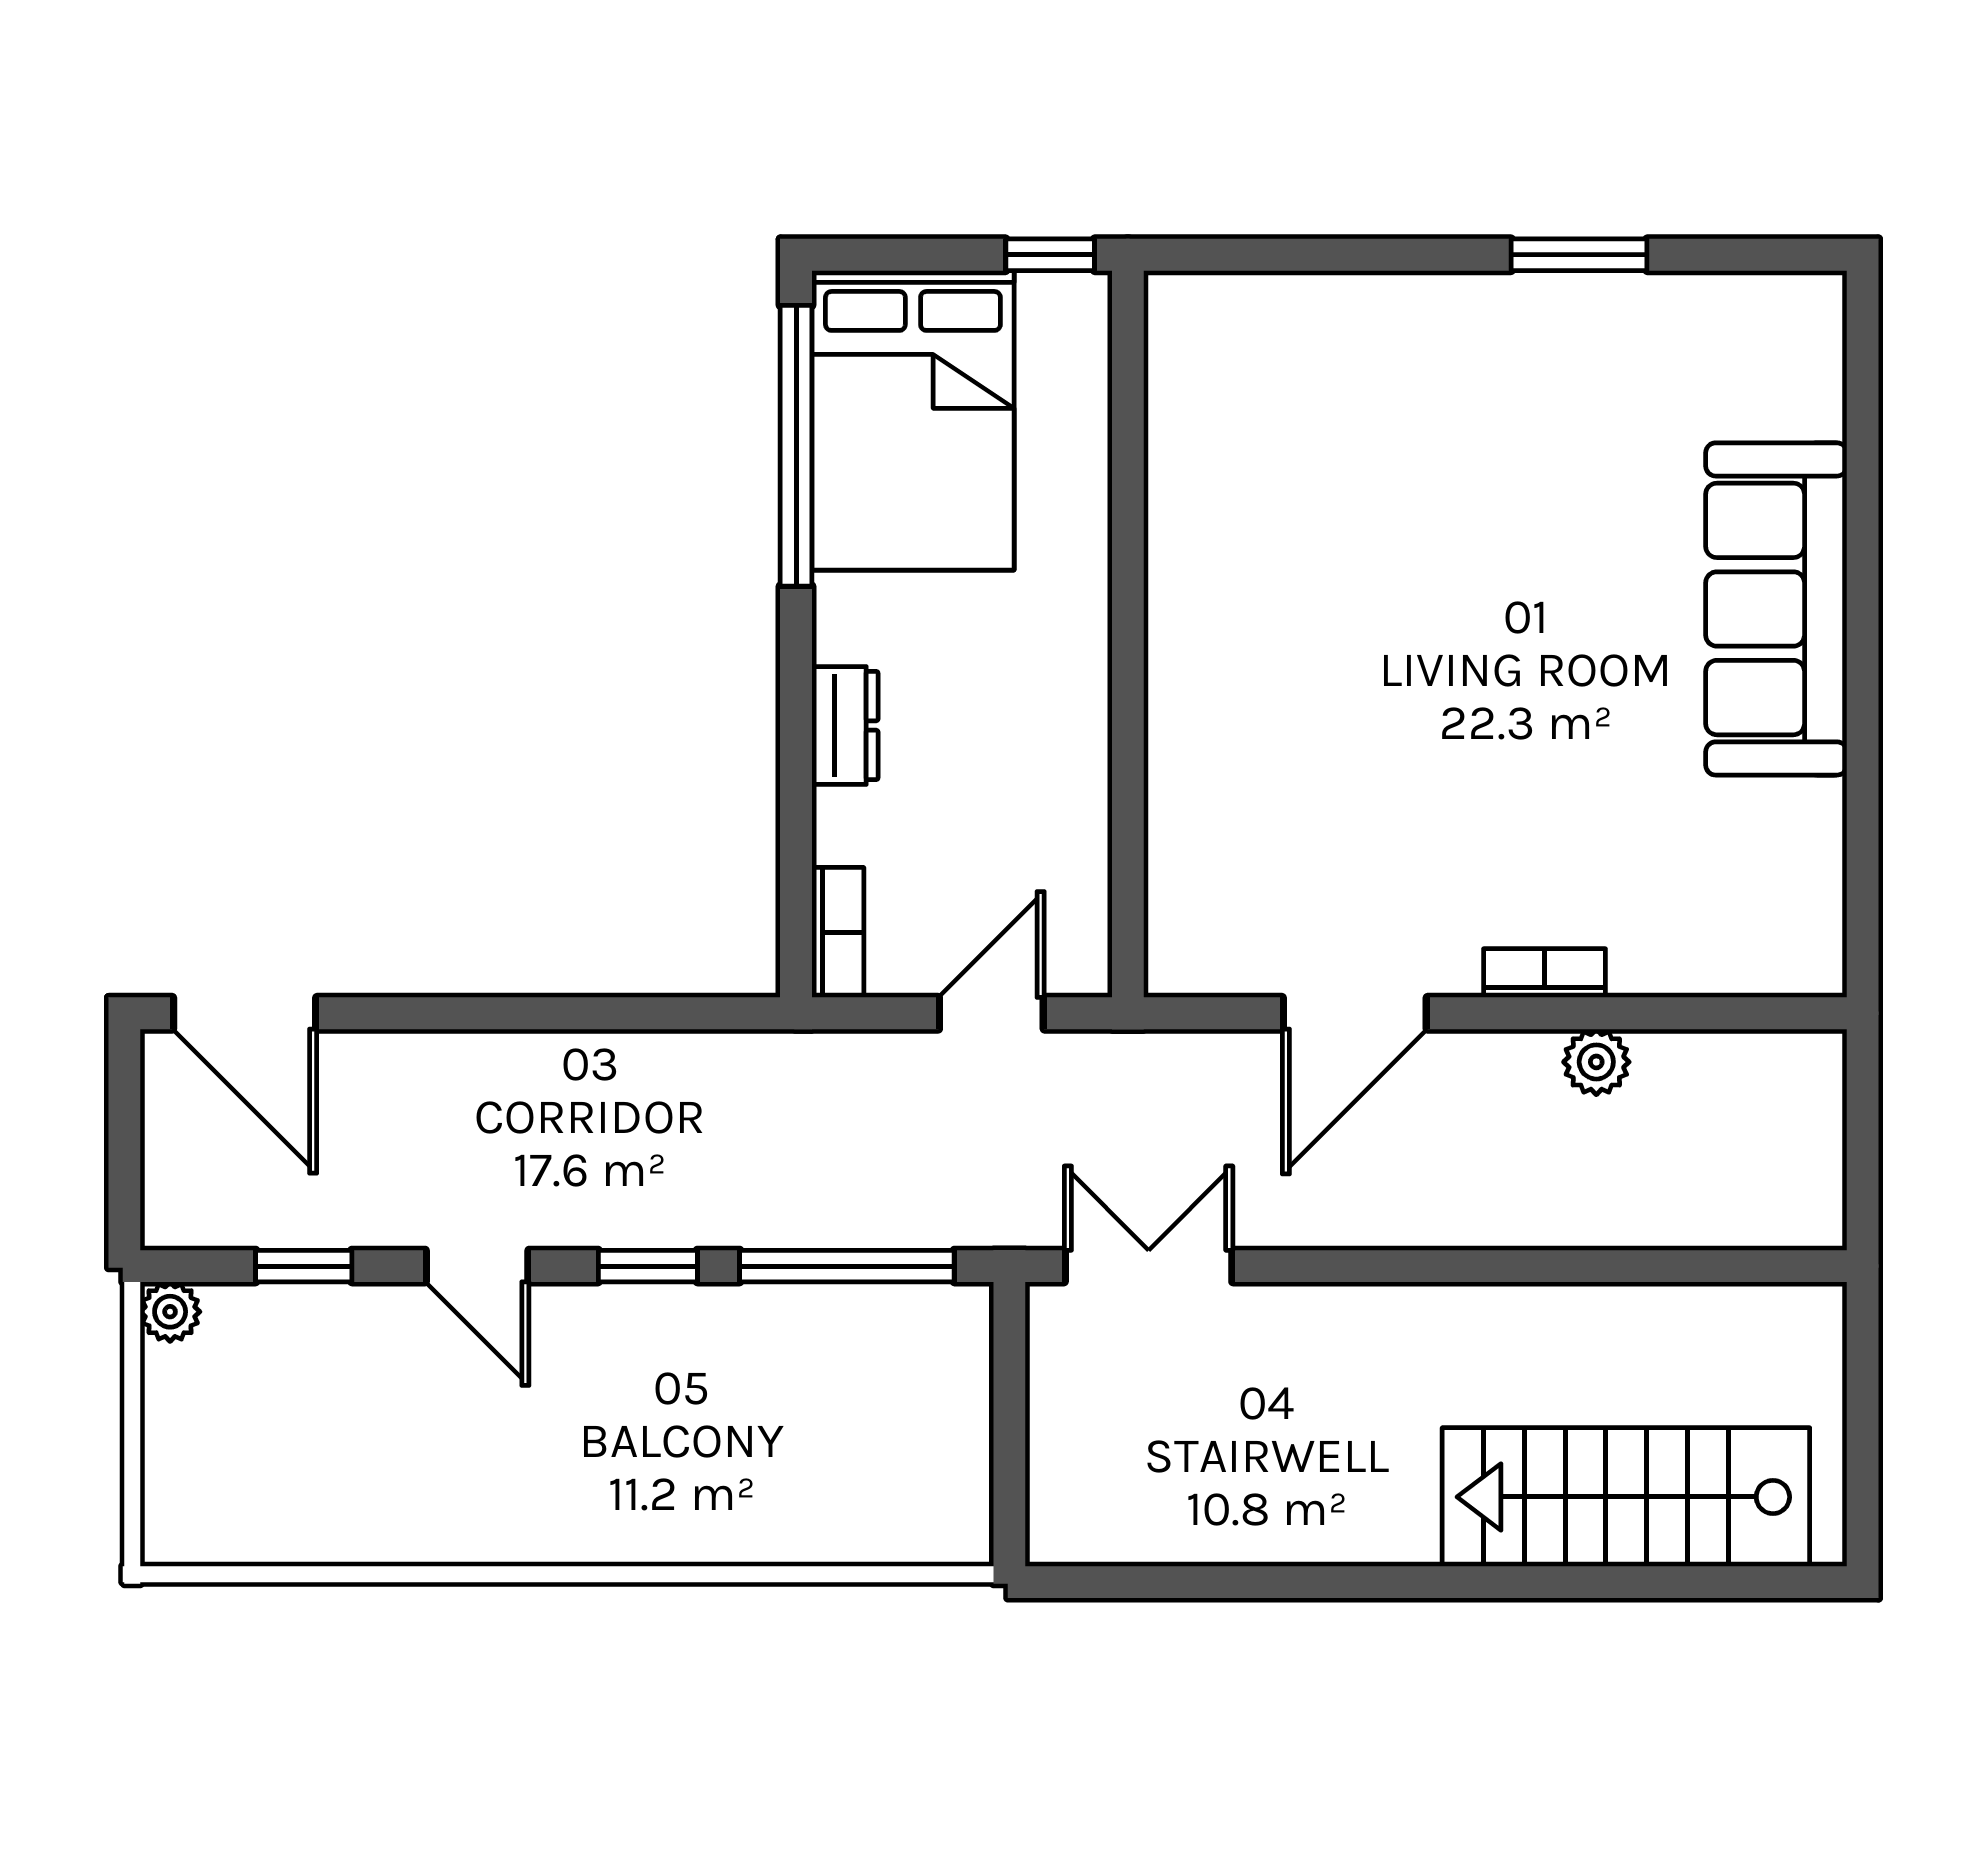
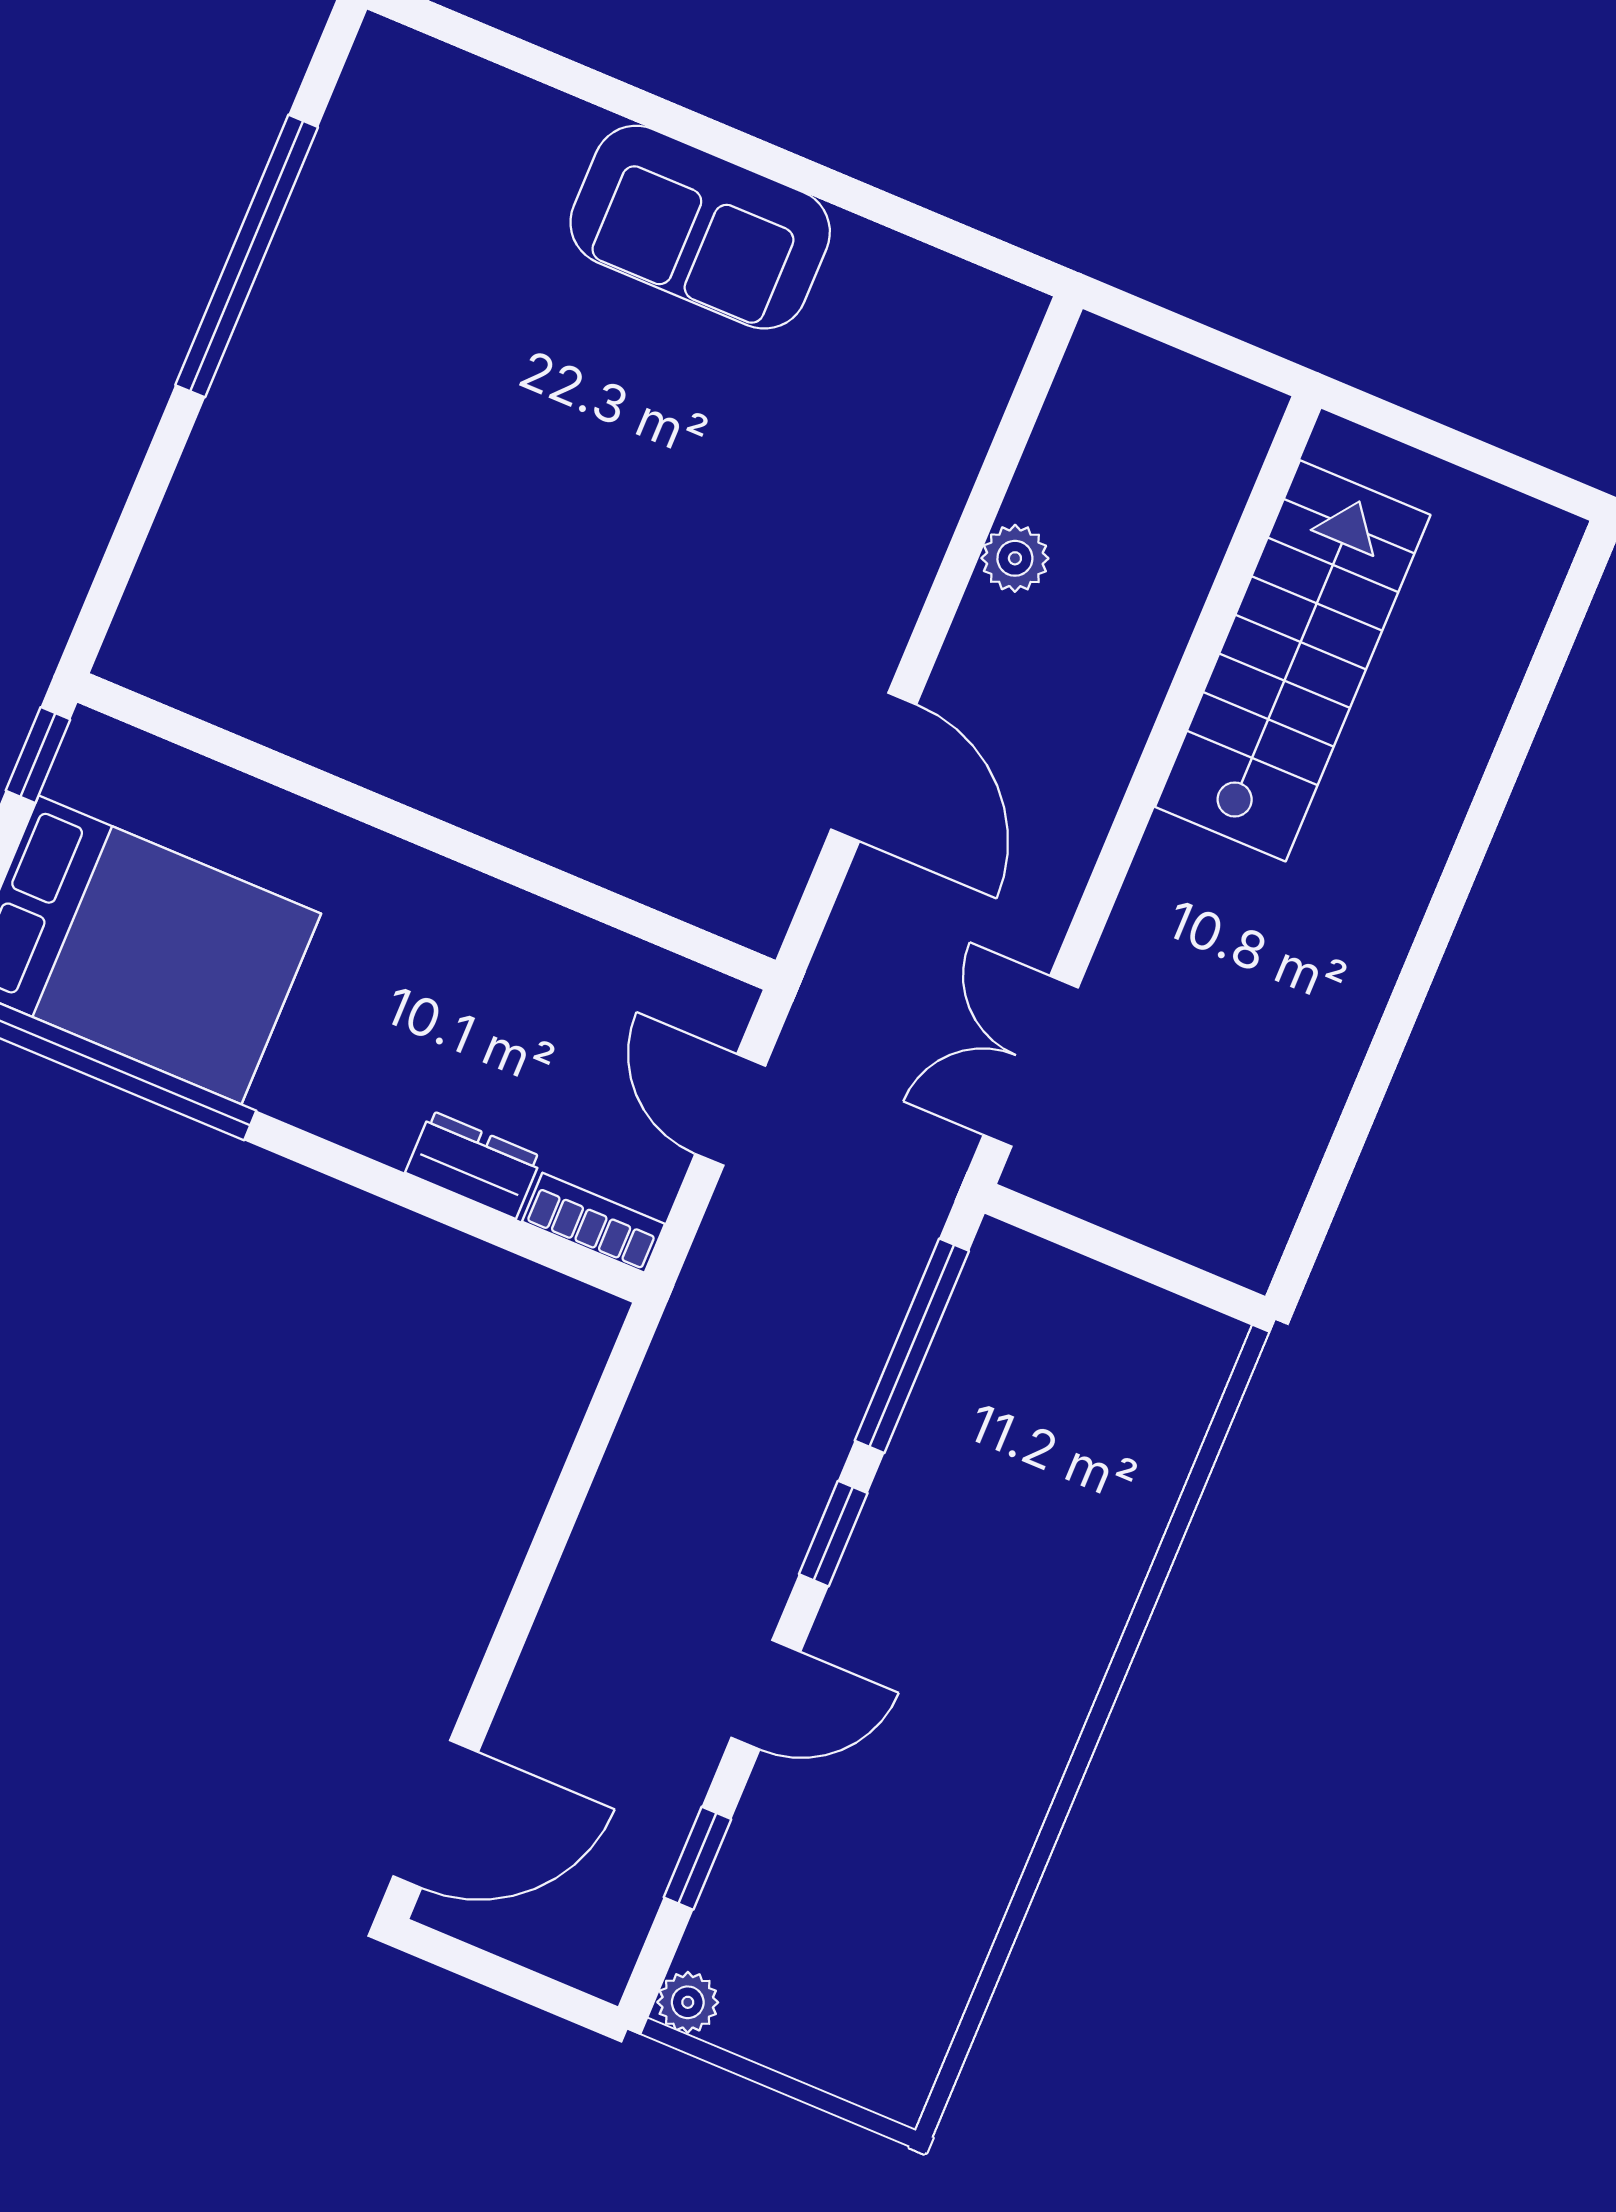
window: (1579, 255) -> (247, 256), width x2.11
sofa: (1776, 609) -> (700, 227), width x0.73
dresser: (845, 725) -> (473, 1165), moved
bookcase: (1544, 973) -> (911, 572), removed
stairs: (1626, 1497) -> (1293, 661), moved, turned 180

